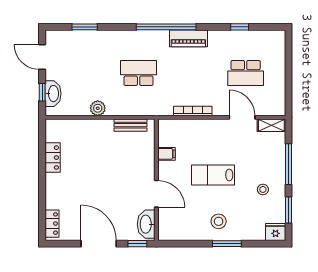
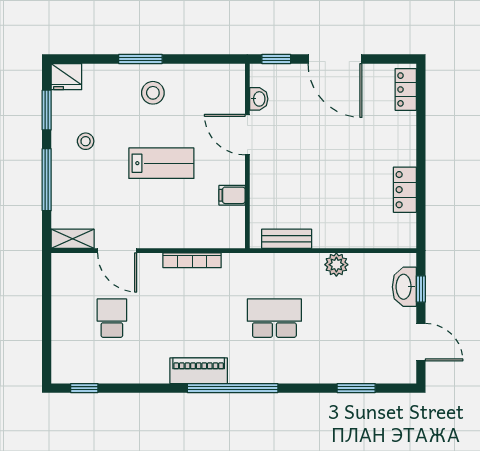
window: (240, 27) -> (84, 388), moved
school desk: (139, 73) -> (274, 318), turned 180
school desk: (246, 73) -> (112, 318), width x0.54
washbasin: (146, 224) -> (259, 99), width x0.52, depth x0.69

